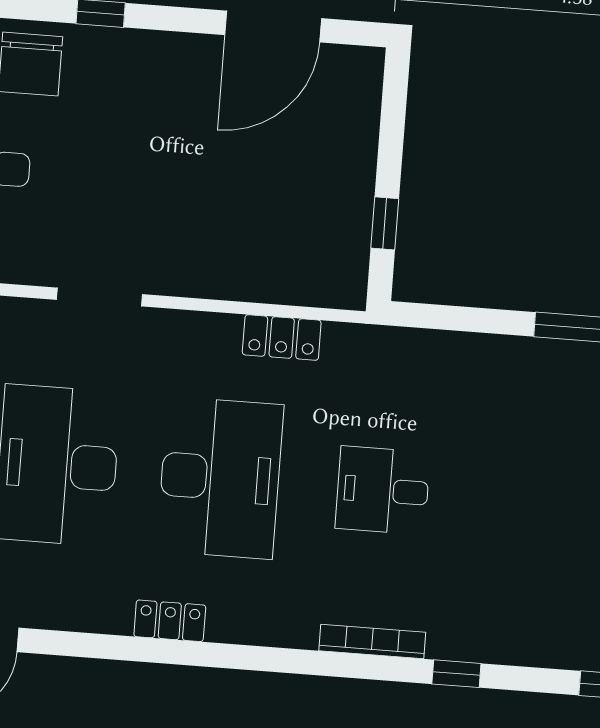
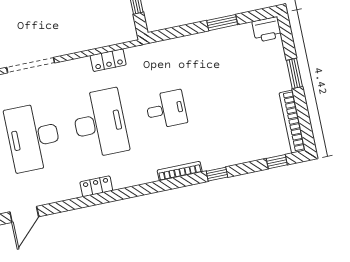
doorway: (99, 297) -> (31, 65), width x1.36
desk: (383, 490) -> (166, 109), turned 180

